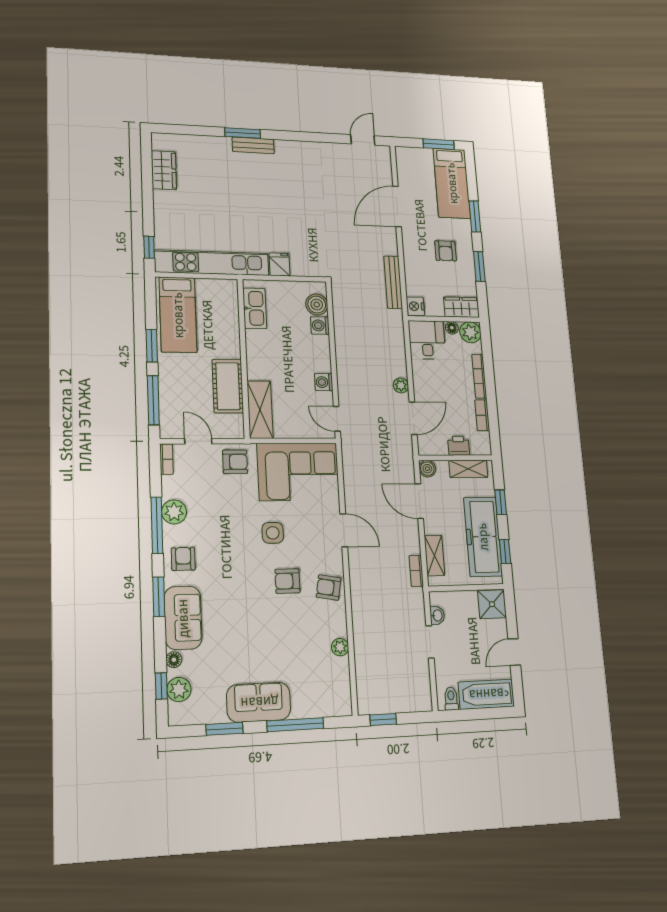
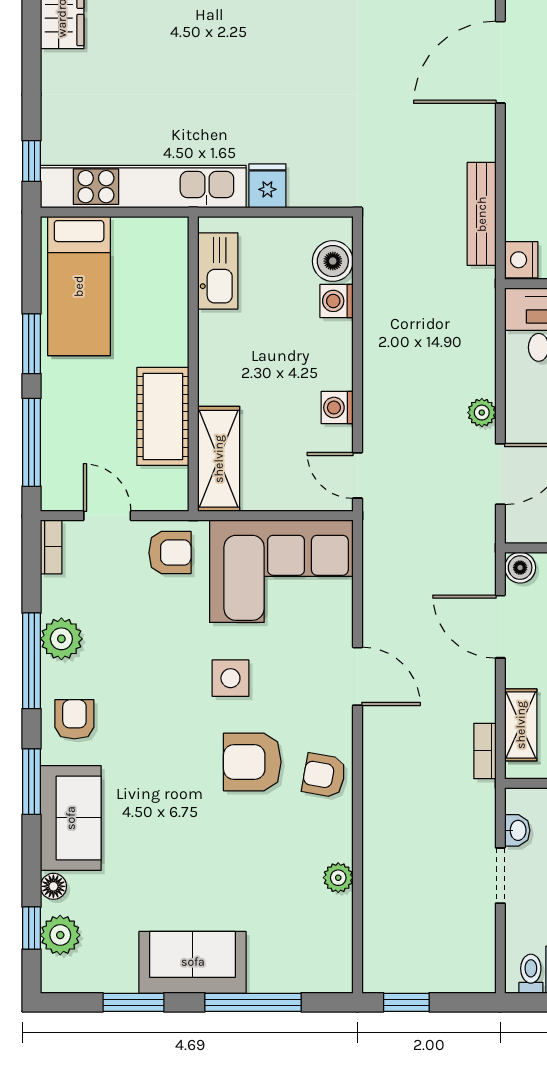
armchair: (287, 581) -> (252, 762), width x1.38, depth x1.38

